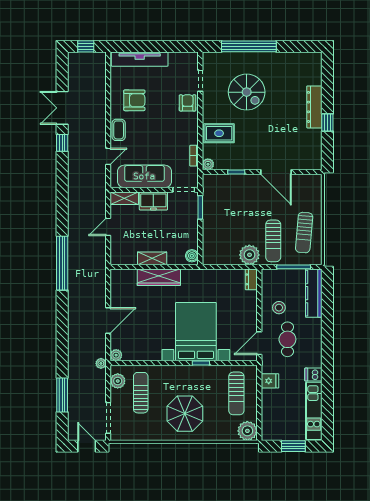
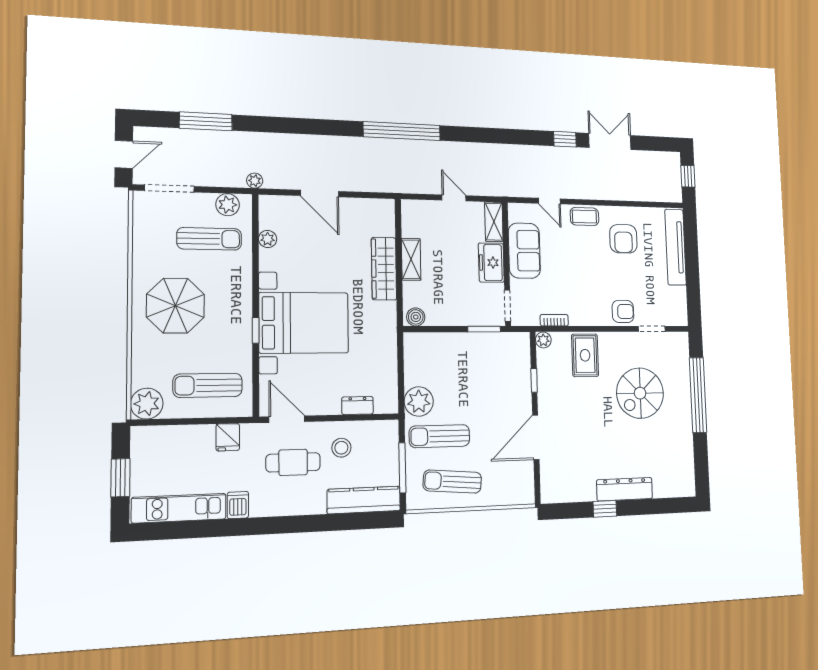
sofa: (144, 176) -> (524, 251), width x0.73
dresser: (251, 279) -> (358, 406), moved
plant: (116, 355) -> (268, 239), moved

